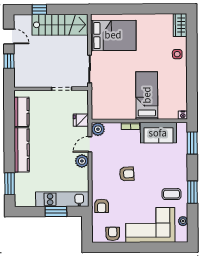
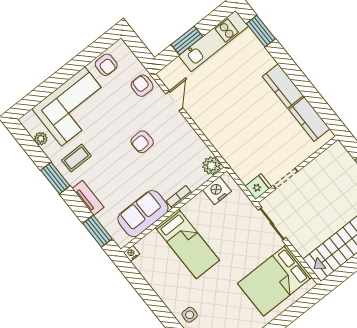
nightstand: (106, 113) -> (217, 191), added
fridge: (81, 120) -> (258, 187), moved
door: (90, 144) -> (174, 101), moved
kitchen counter: (22, 150) -> (283, 86), width x0.67
plant: (82, 161) -> (202, 117), removed
tv unit: (183, 166) -> (88, 198), added
kitchen unit: (62, 199) -> (213, 41), moved

